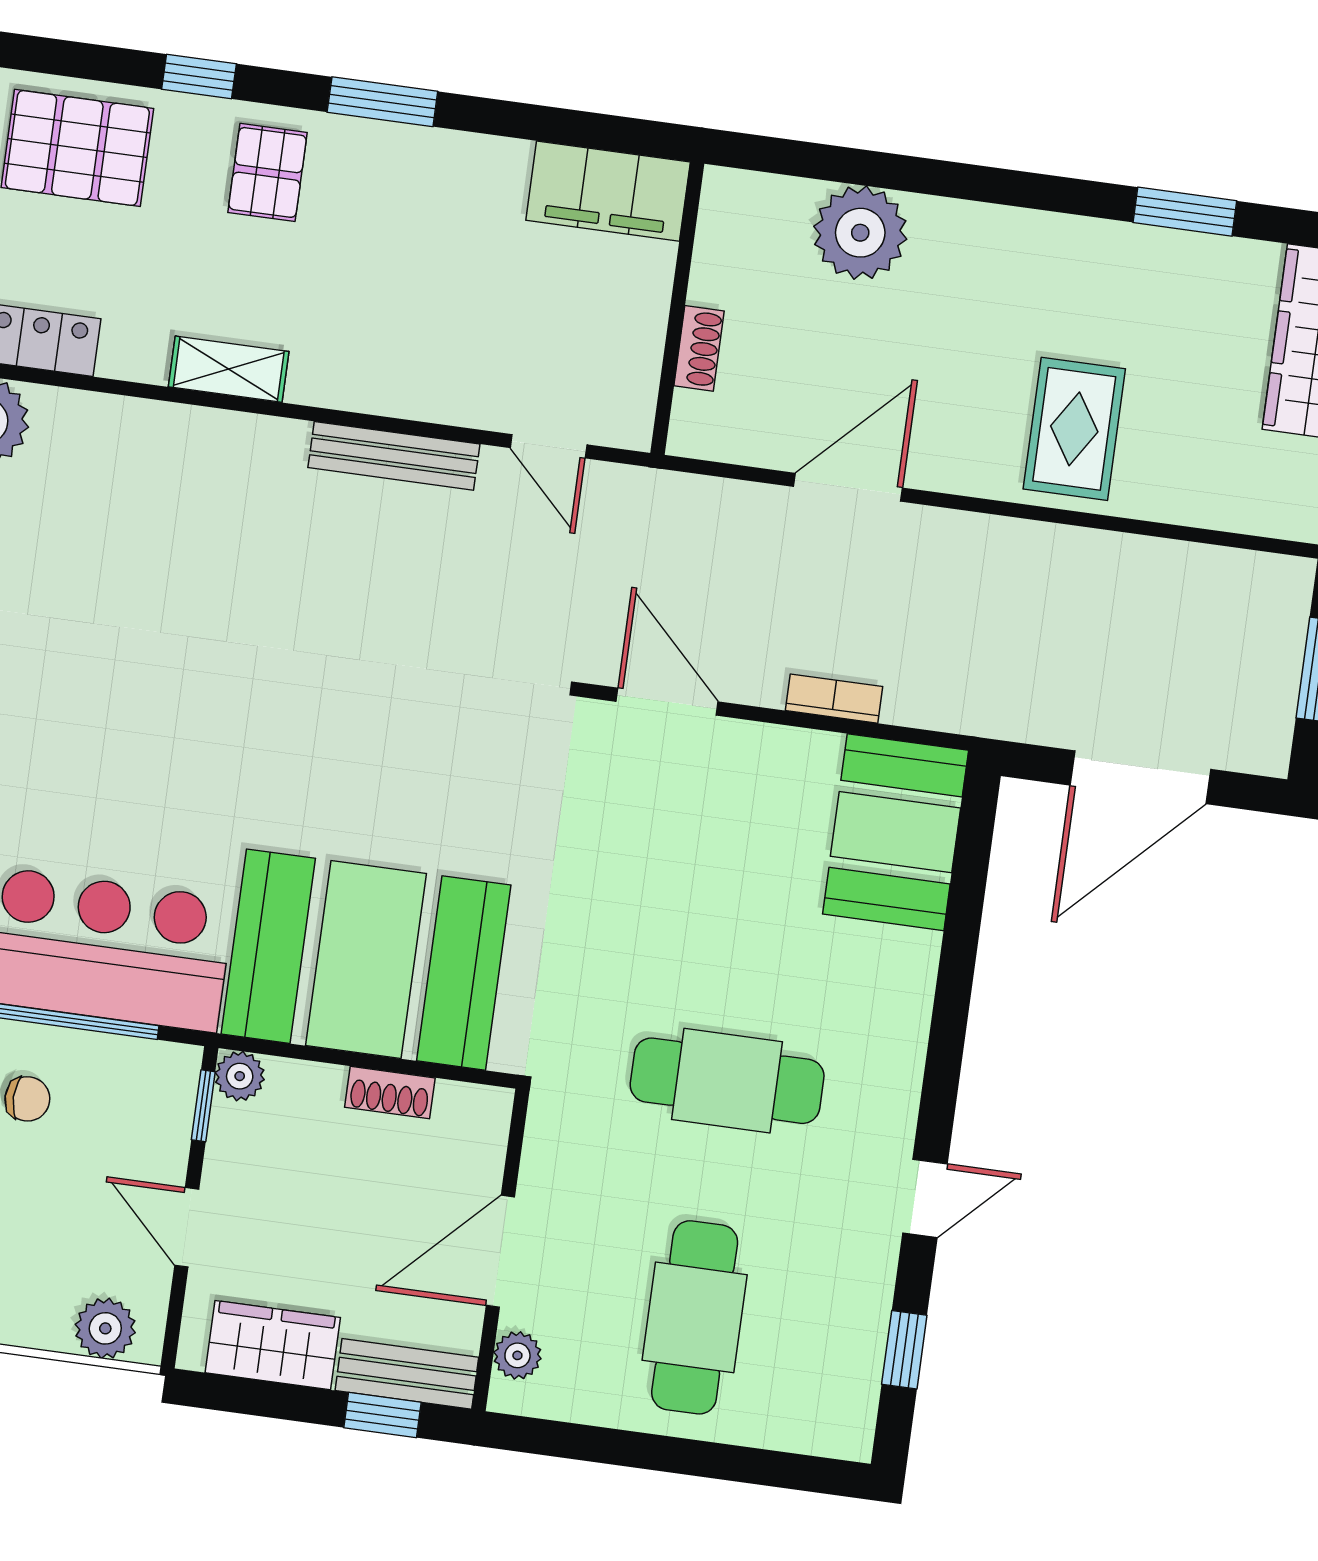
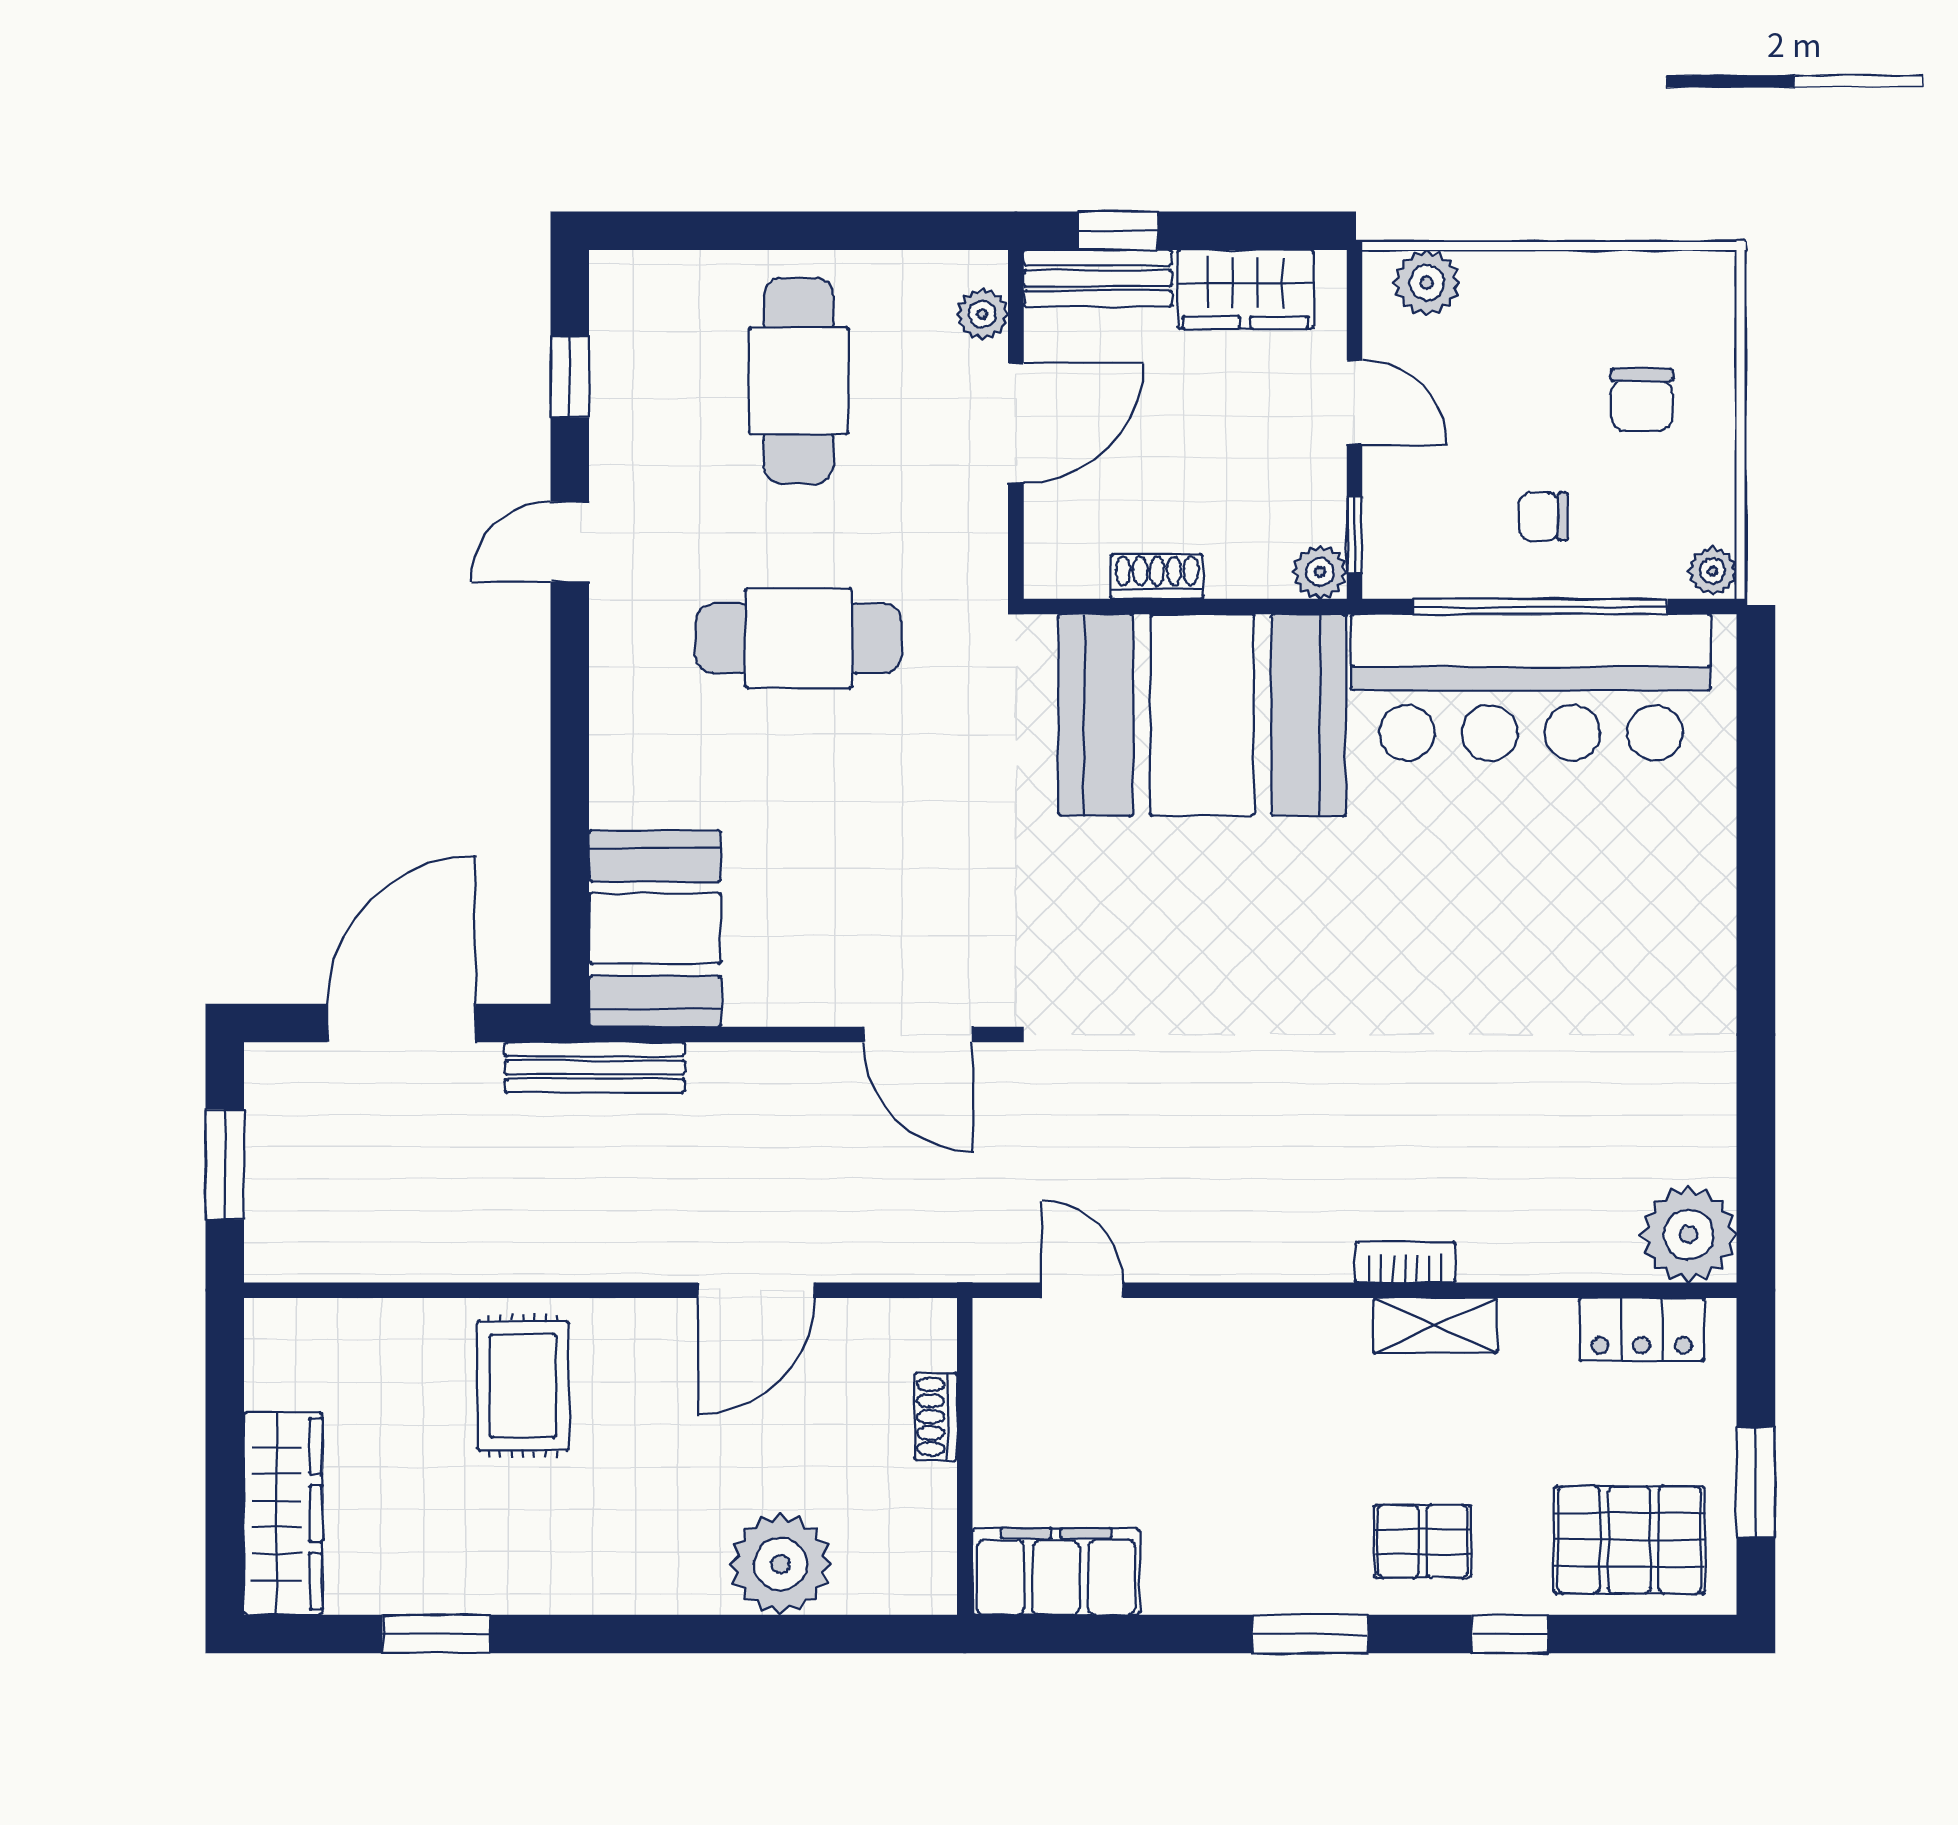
pallet: (268, 172) -> (1423, 1542), turned 90
bench: (394, 456) -> (595, 1067), moved
bookcase: (834, 699) -> (1405, 1262), moved, turned 180

